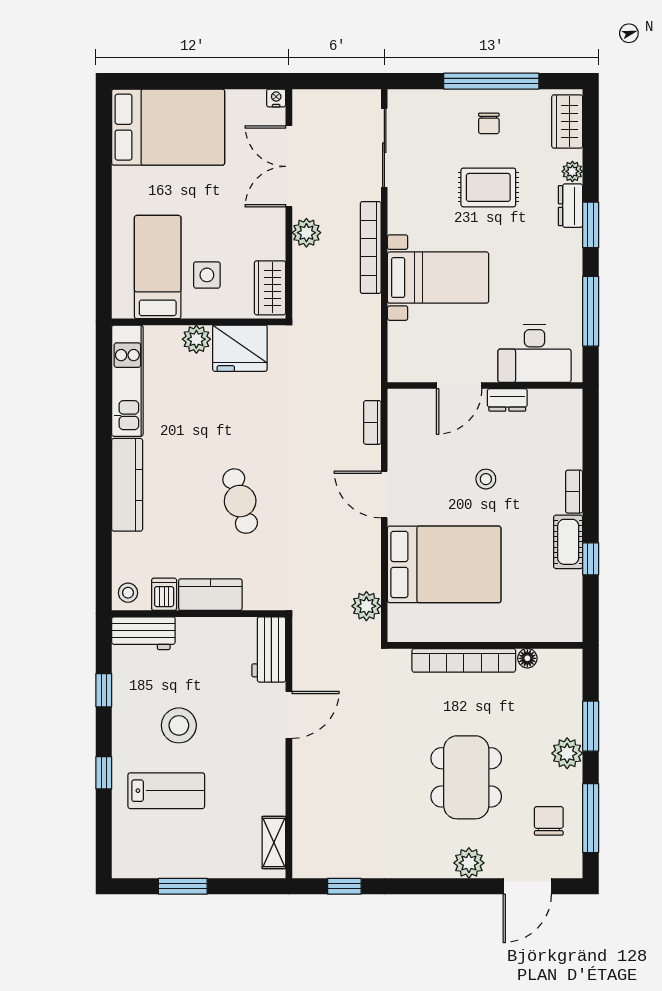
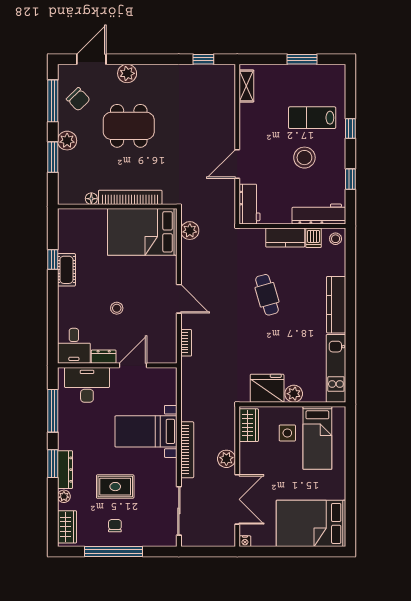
dresser: (570, 206) -> (65, 470), width x1.44
desk: (556, 418) -> (74, 346), added
bookcase: (574, 492) -> (63, 301), removed
bed: (444, 564) -> (142, 232), moved
workbench: (143, 633) -> (319, 214), width x1.37
dining table: (466, 777) -> (129, 126), turned 90
chair: (549, 821) -> (78, 99), turned -44

